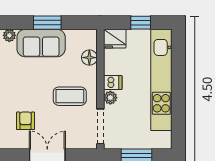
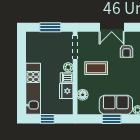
fridge: (115, 39) -> (66, 91), moved, turned -90
kitchen unit: (161, 80) -> (33, 89), width x0.73

